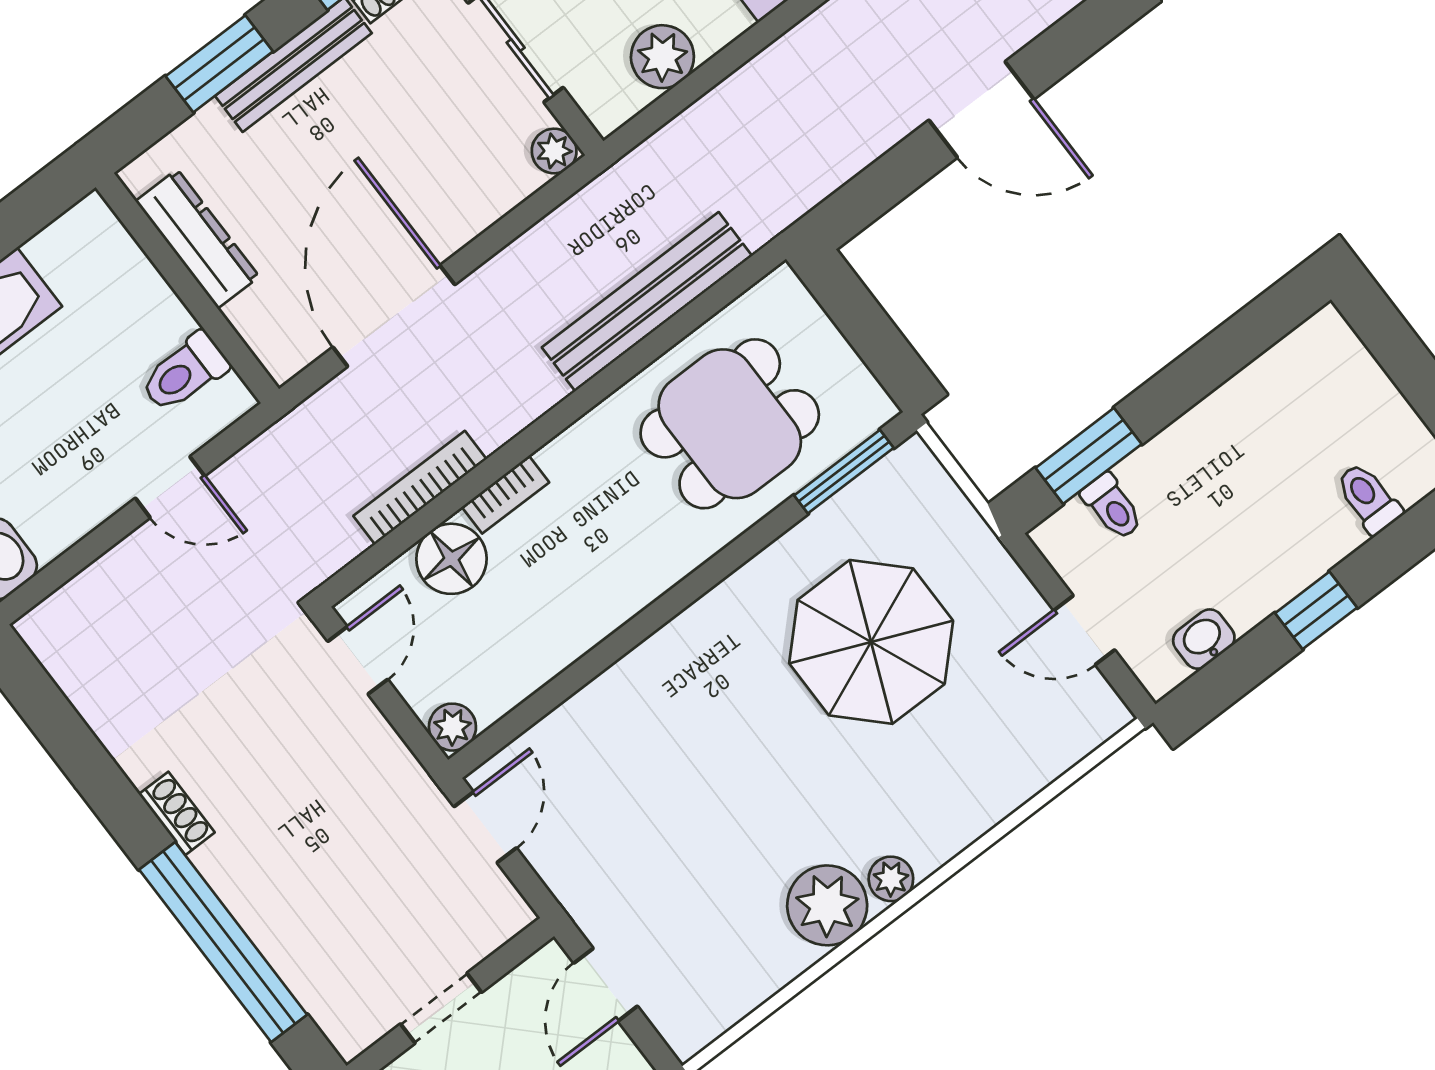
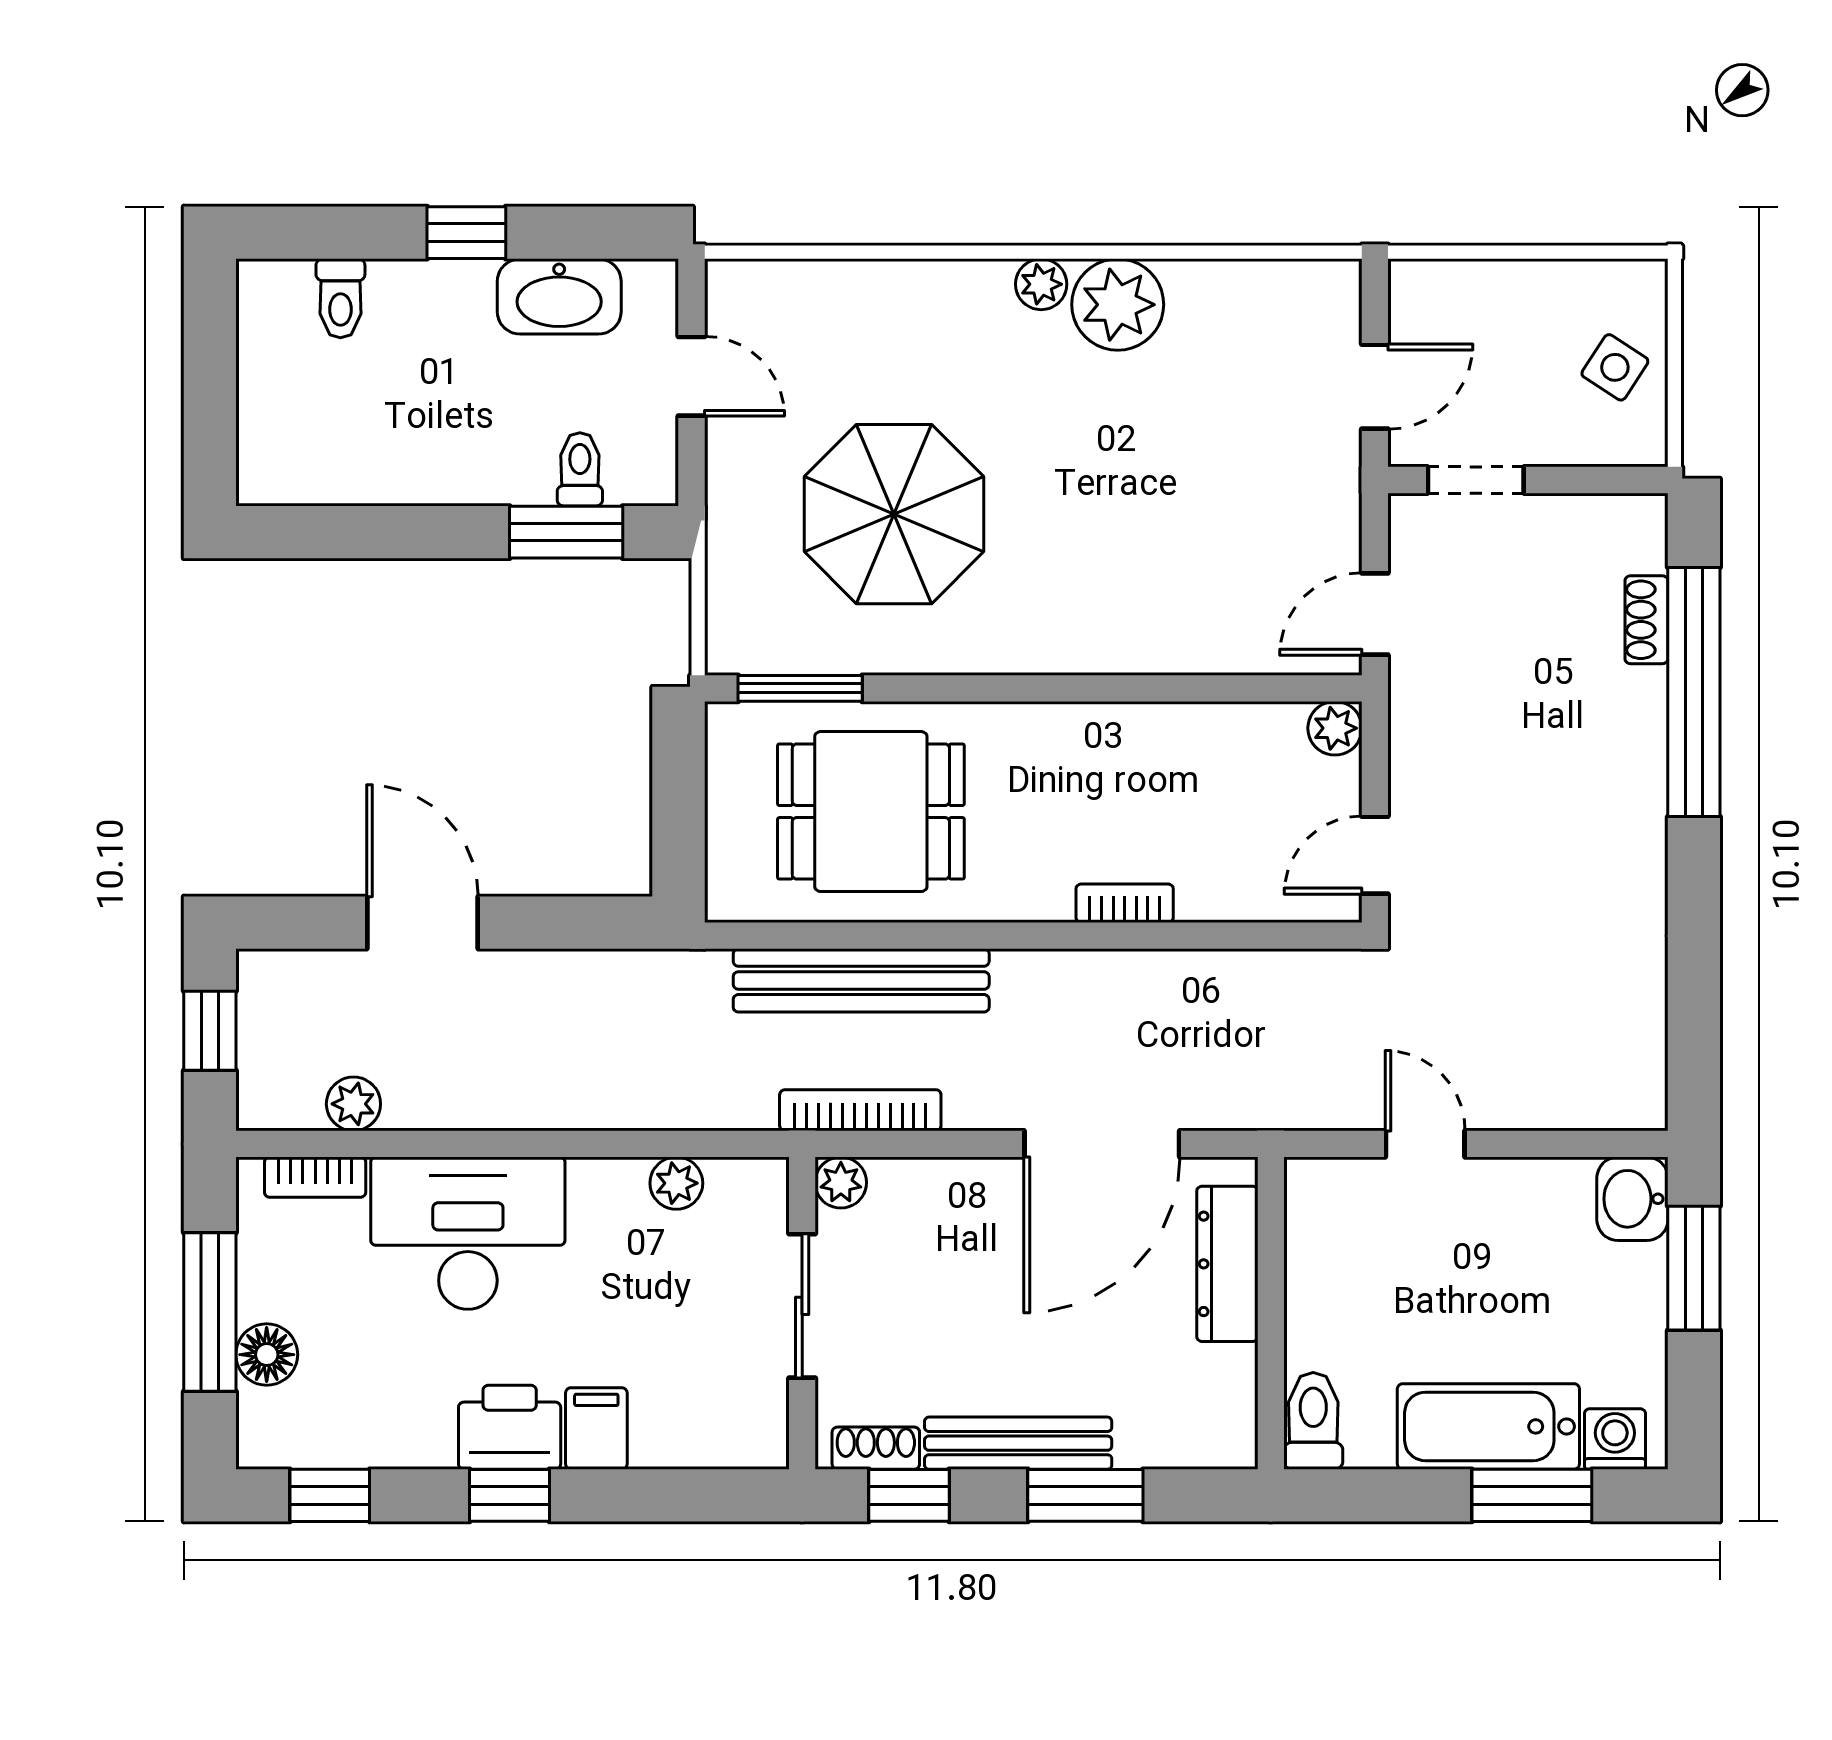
plant: (662, 57) -> (676, 1183), width x0.73, depth x0.73
dresser: (197, 239) -> (1227, 1264), moved
toilet: (184, 372) -> (1313, 1421), moved, turned -90
bookcase: (420, 488) -> (860, 1110), moved, turned 180
floor lamp: (451, 559) -> (1219, 882), removed
washbasin: (1204, 639) -> (559, 296), width x1.91, depth x1.45
shoe rack: (177, 813) -> (1646, 620), moved
doorway: (441, 1008) -> (1476, 480), moved

